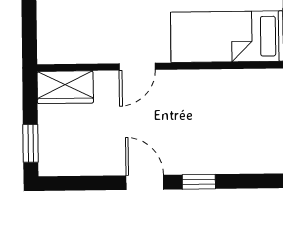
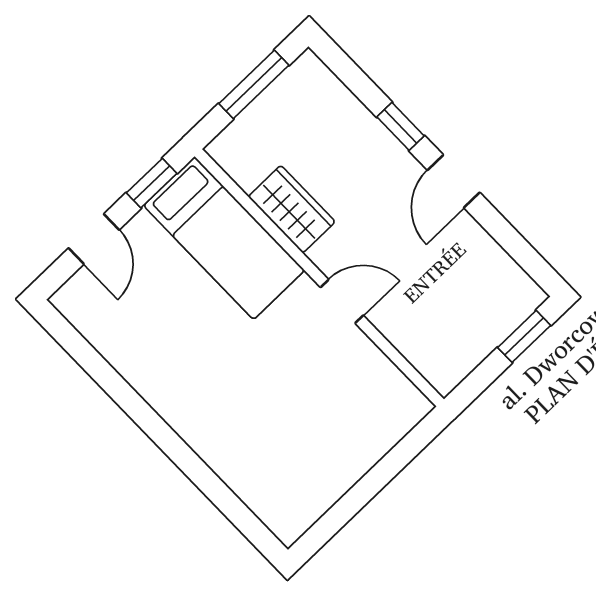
wardrobe: (65, 87) -> (292, 209), moved

